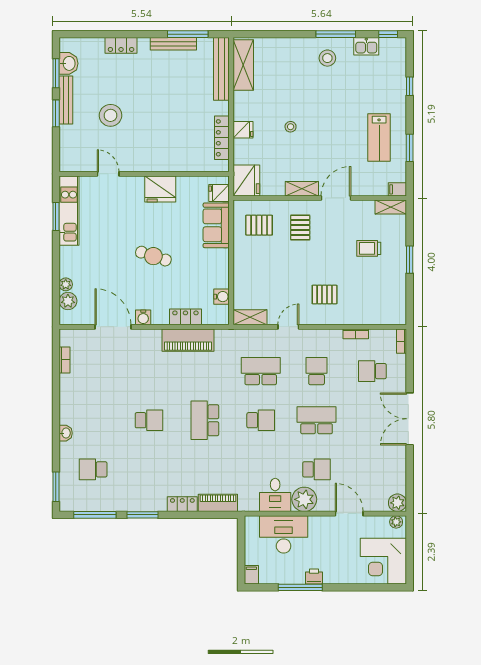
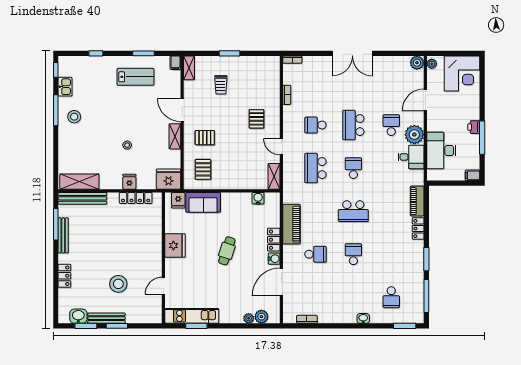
locker: (185, 317) -> (274, 240), moved
school desk: (372, 371) -> (315, 254), moved, turned -90

